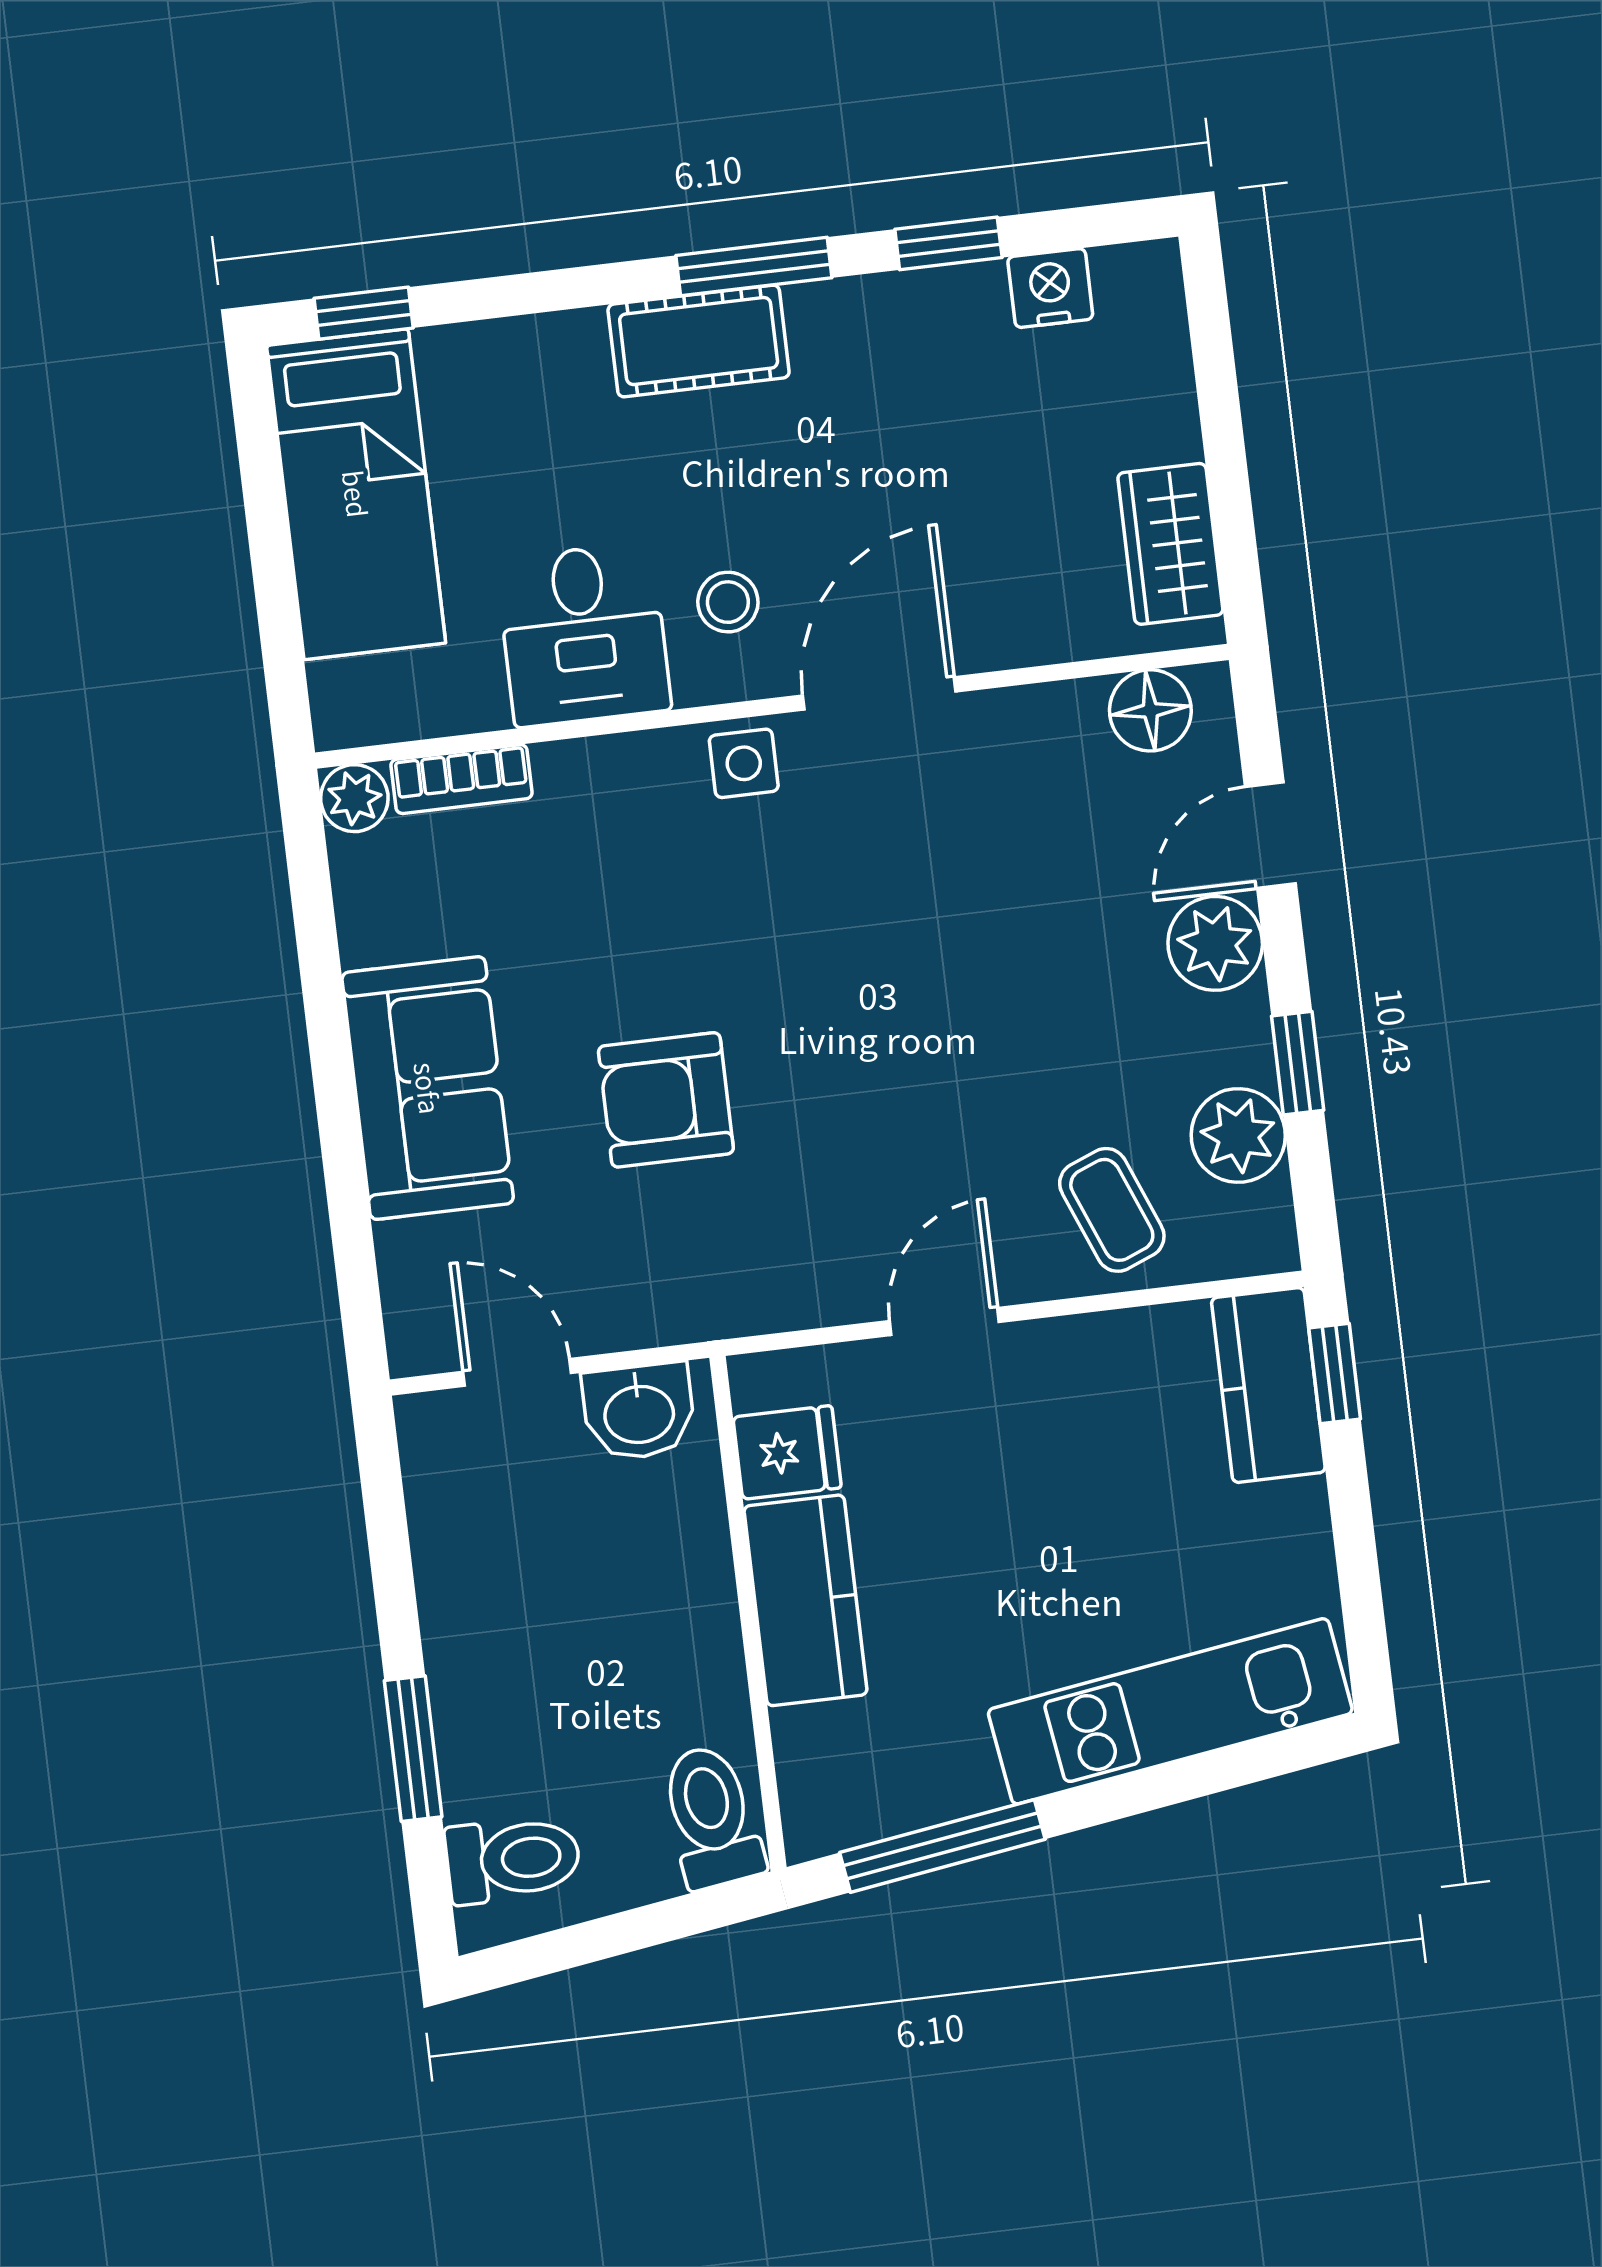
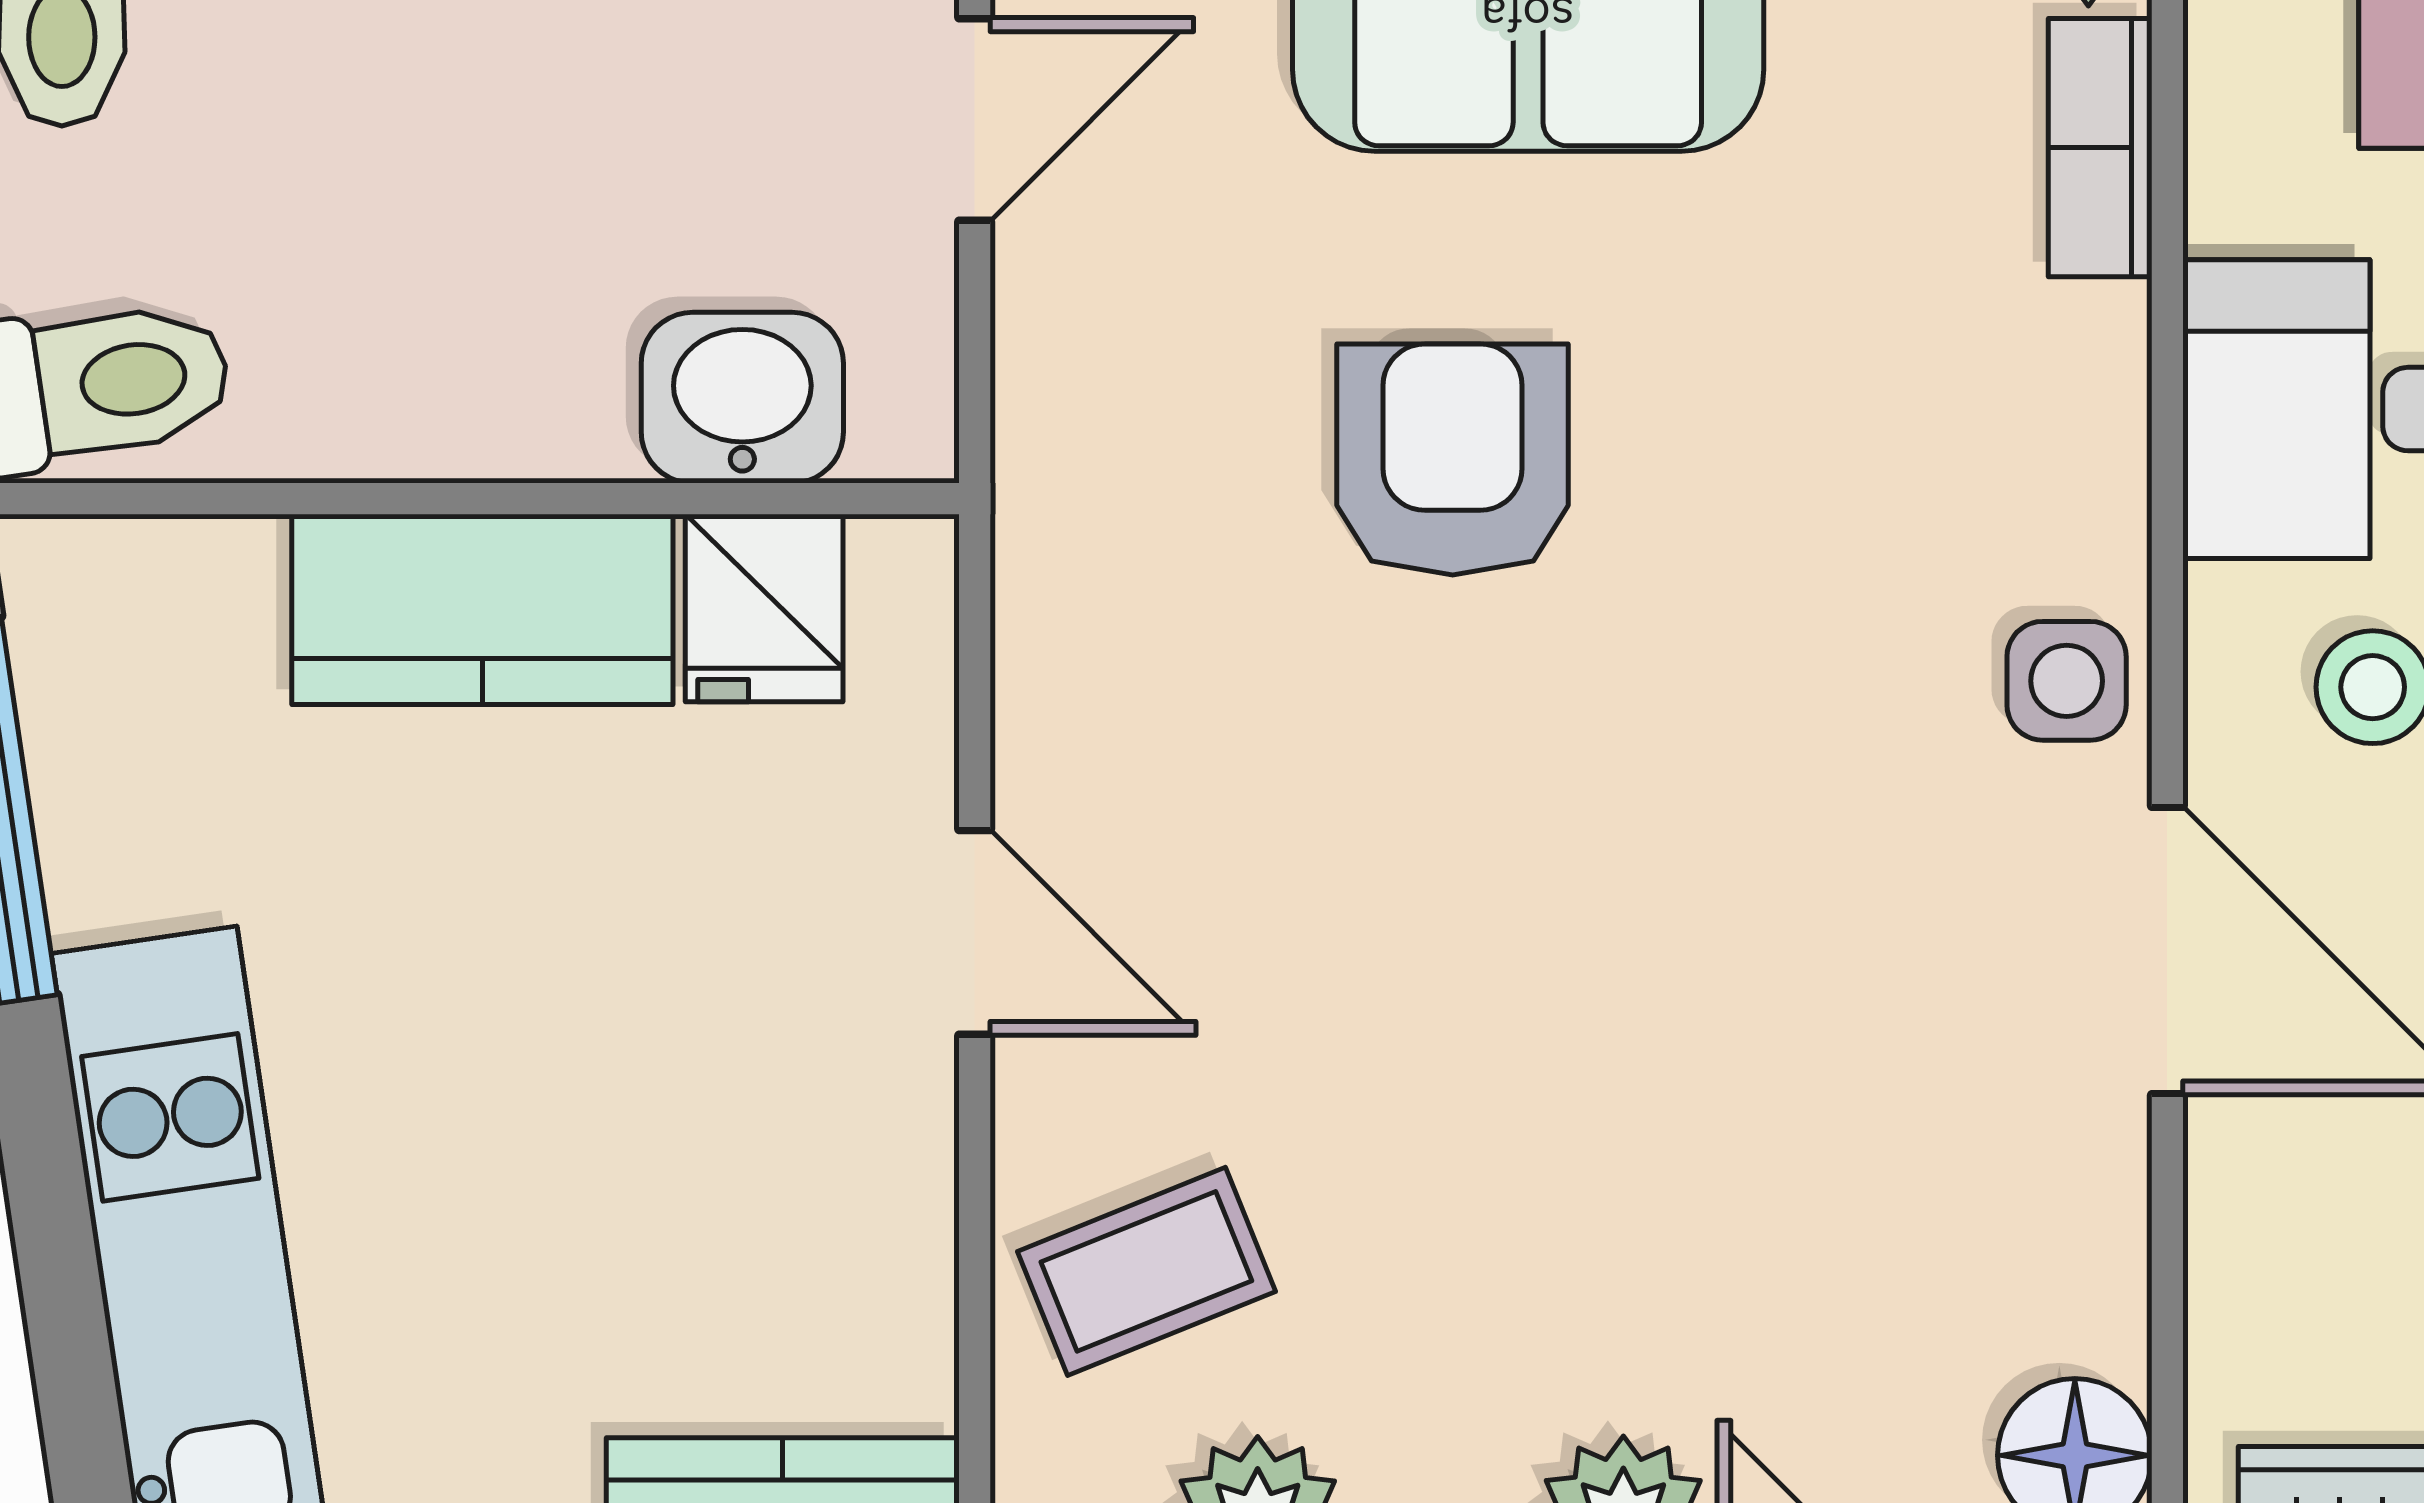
washbasin: (639, 1412) -> (742, 398), moved, turned 90

